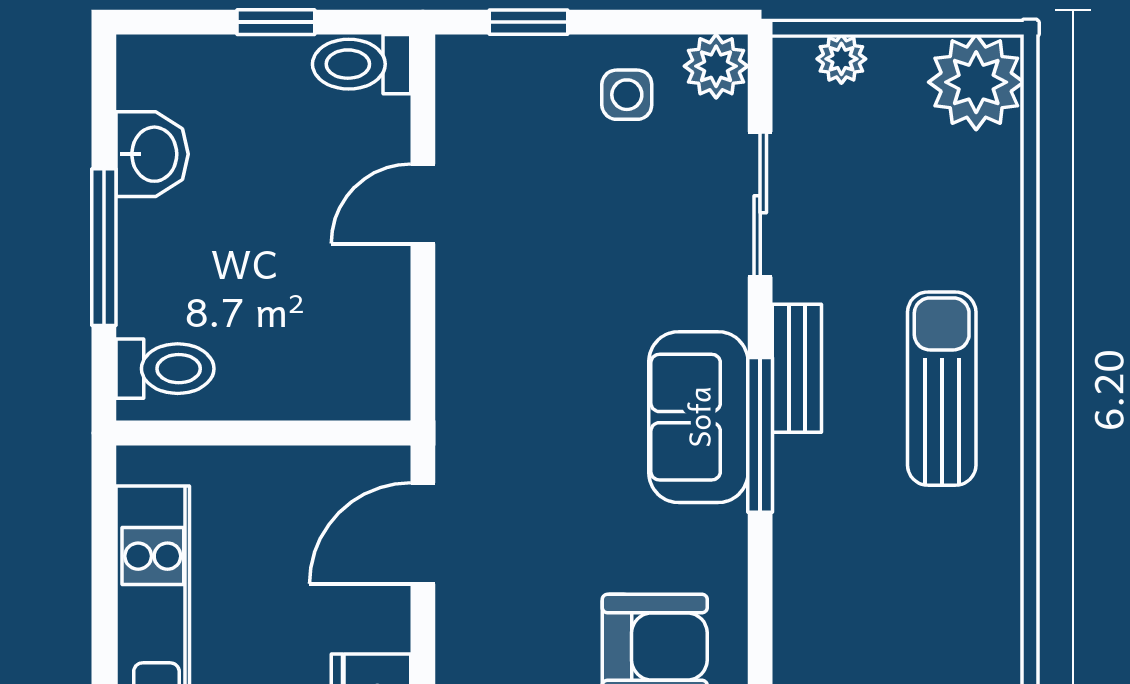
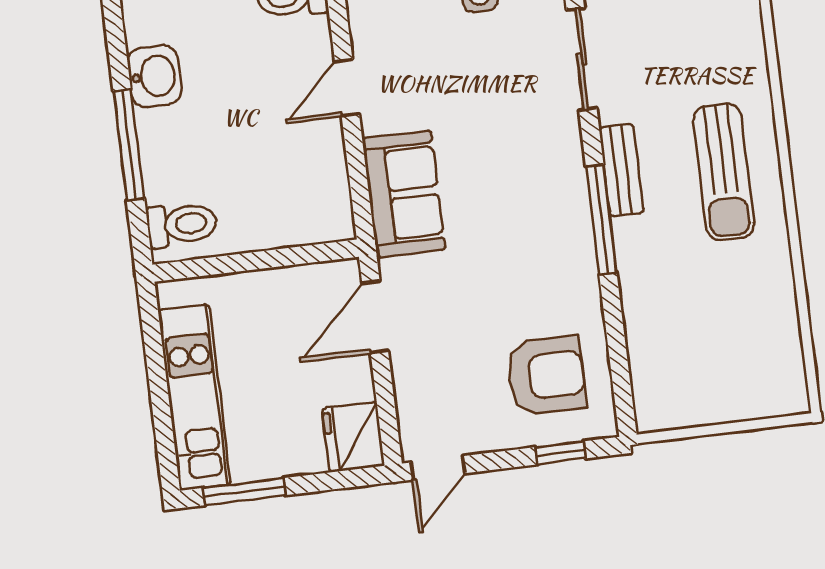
sun lounger: (942, 389) -> (724, 172), turned 180
sofa: (698, 417) -> (404, 194), moved, turned 180

